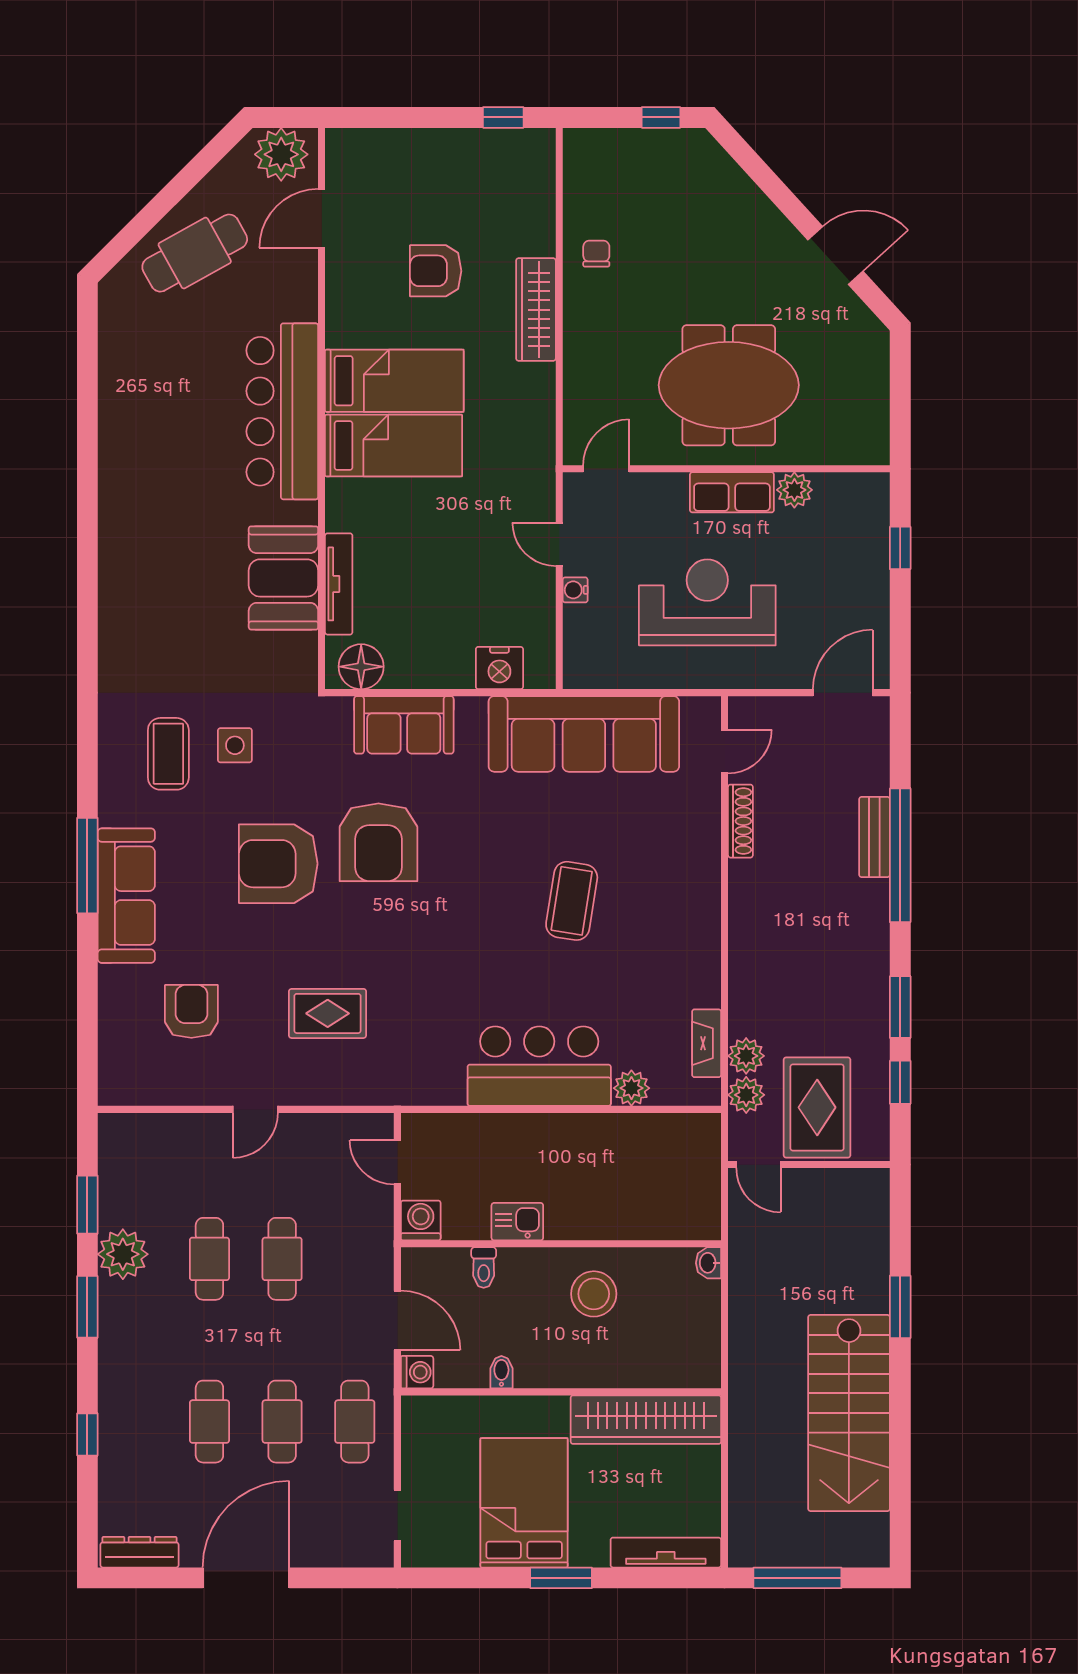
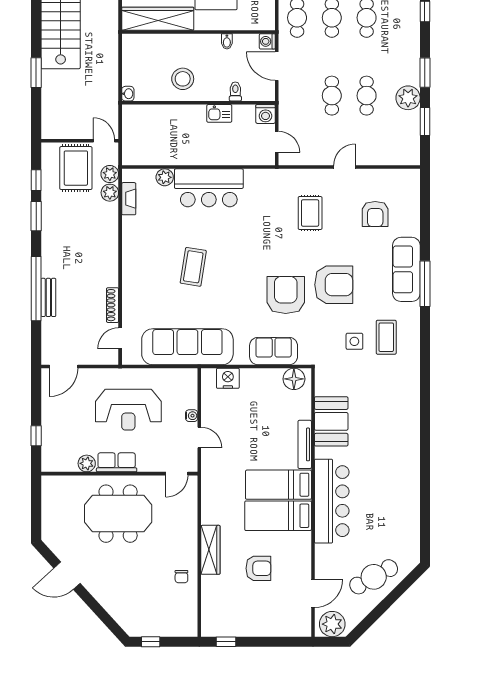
tv unit: (339, 584) -> (305, 444), moved
rug: (328, 1013) -> (310, 213), turned 90

